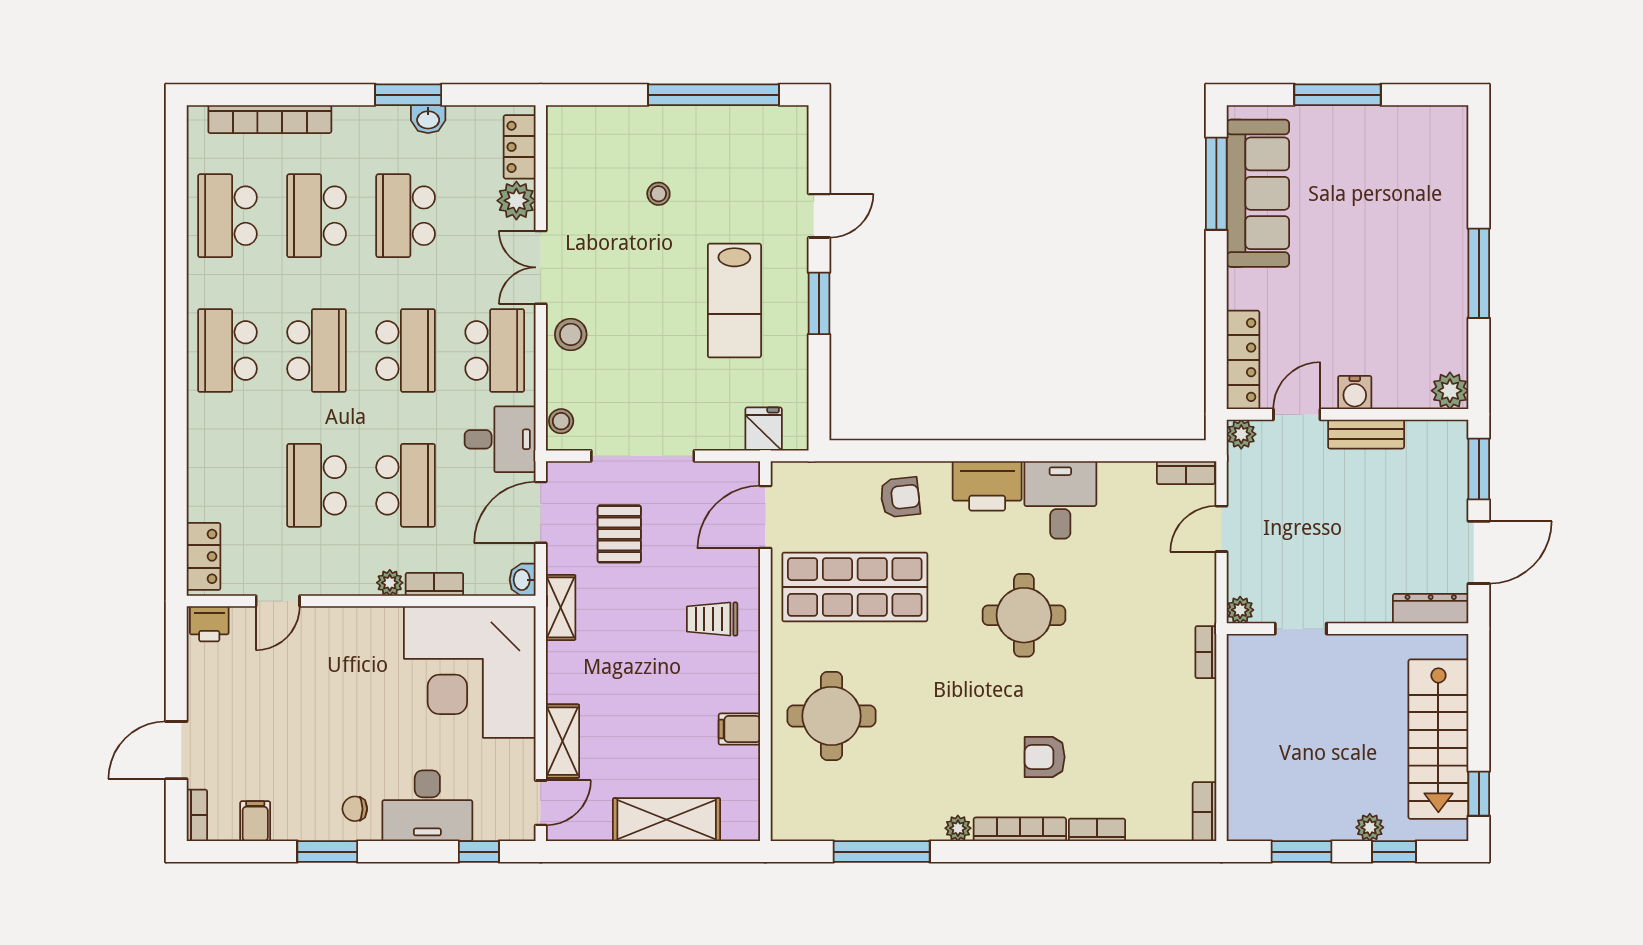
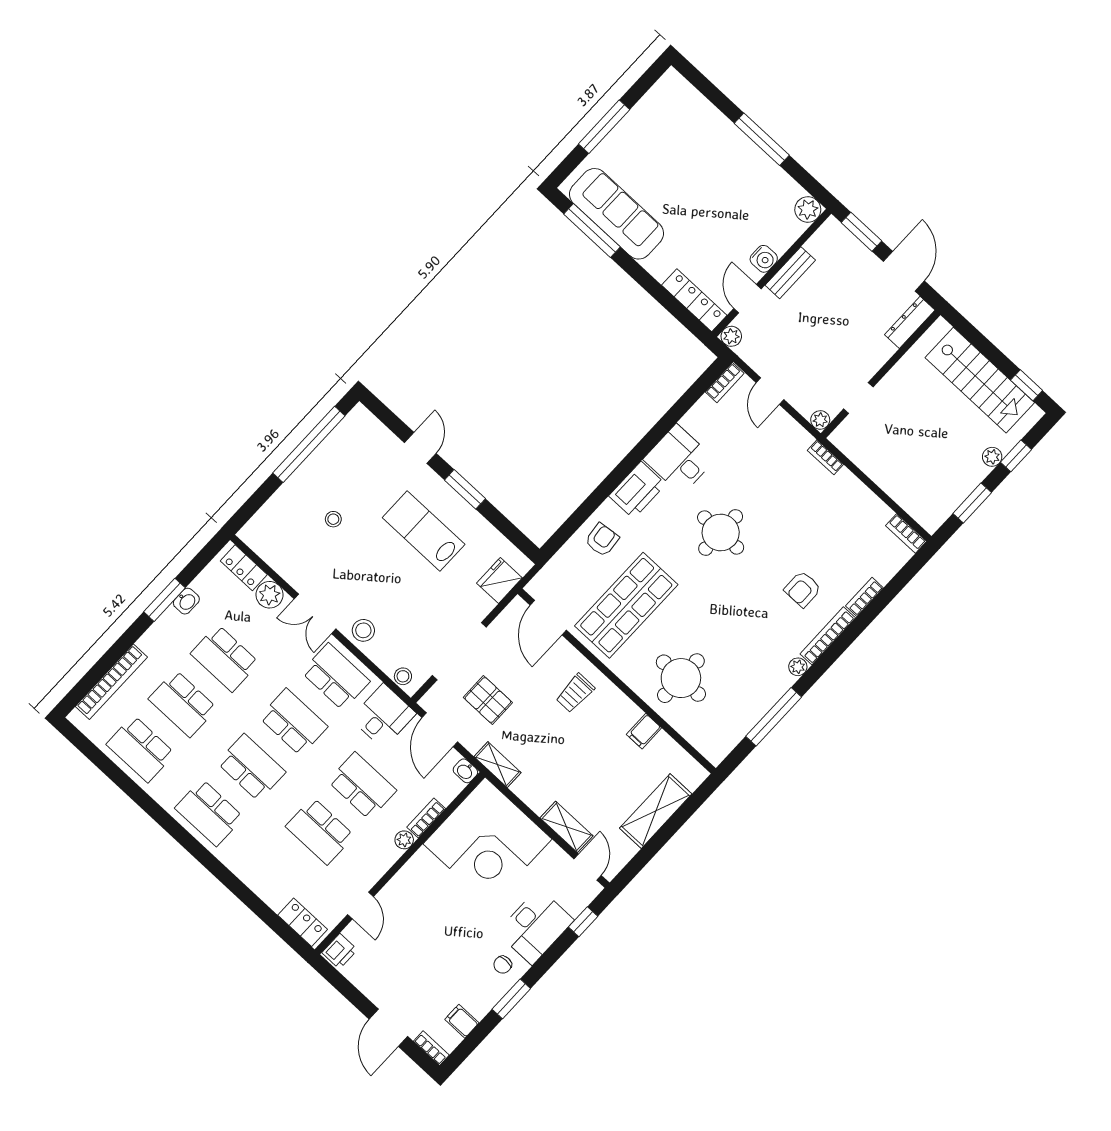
lab bench: (734, 301) -> (424, 531), turned 180
fridge: (764, 429) -> (499, 580), width x1.38

